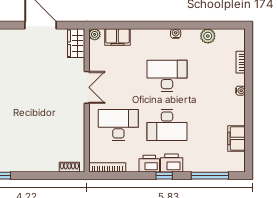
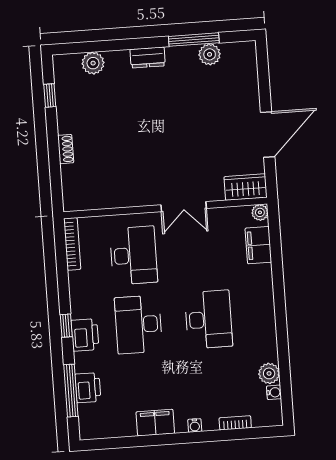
water cooler: (176, 34) -> (274, 392), moved
filing cabinet: (236, 138) -> (155, 423), moved
printer: (149, 164) -> (88, 388), moved
shoe rack: (69, 167) -> (66, 149), moved

